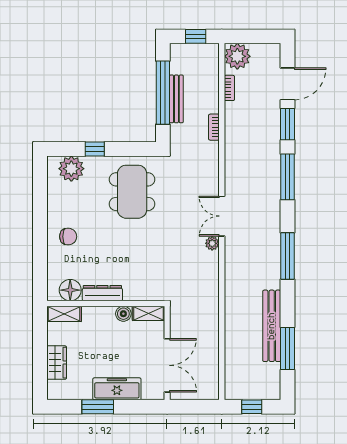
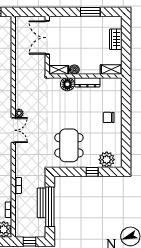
floor lamp: (70, 290) -> (67, 84), moved
freezer: (117, 389) -> (78, 23), removed

